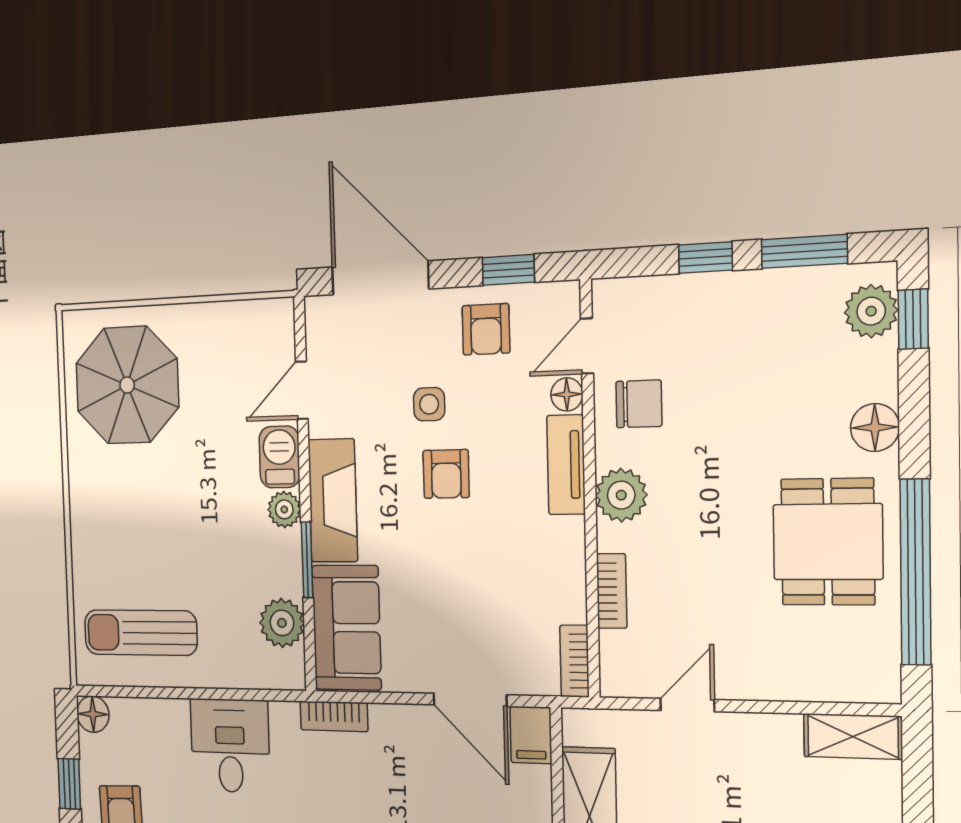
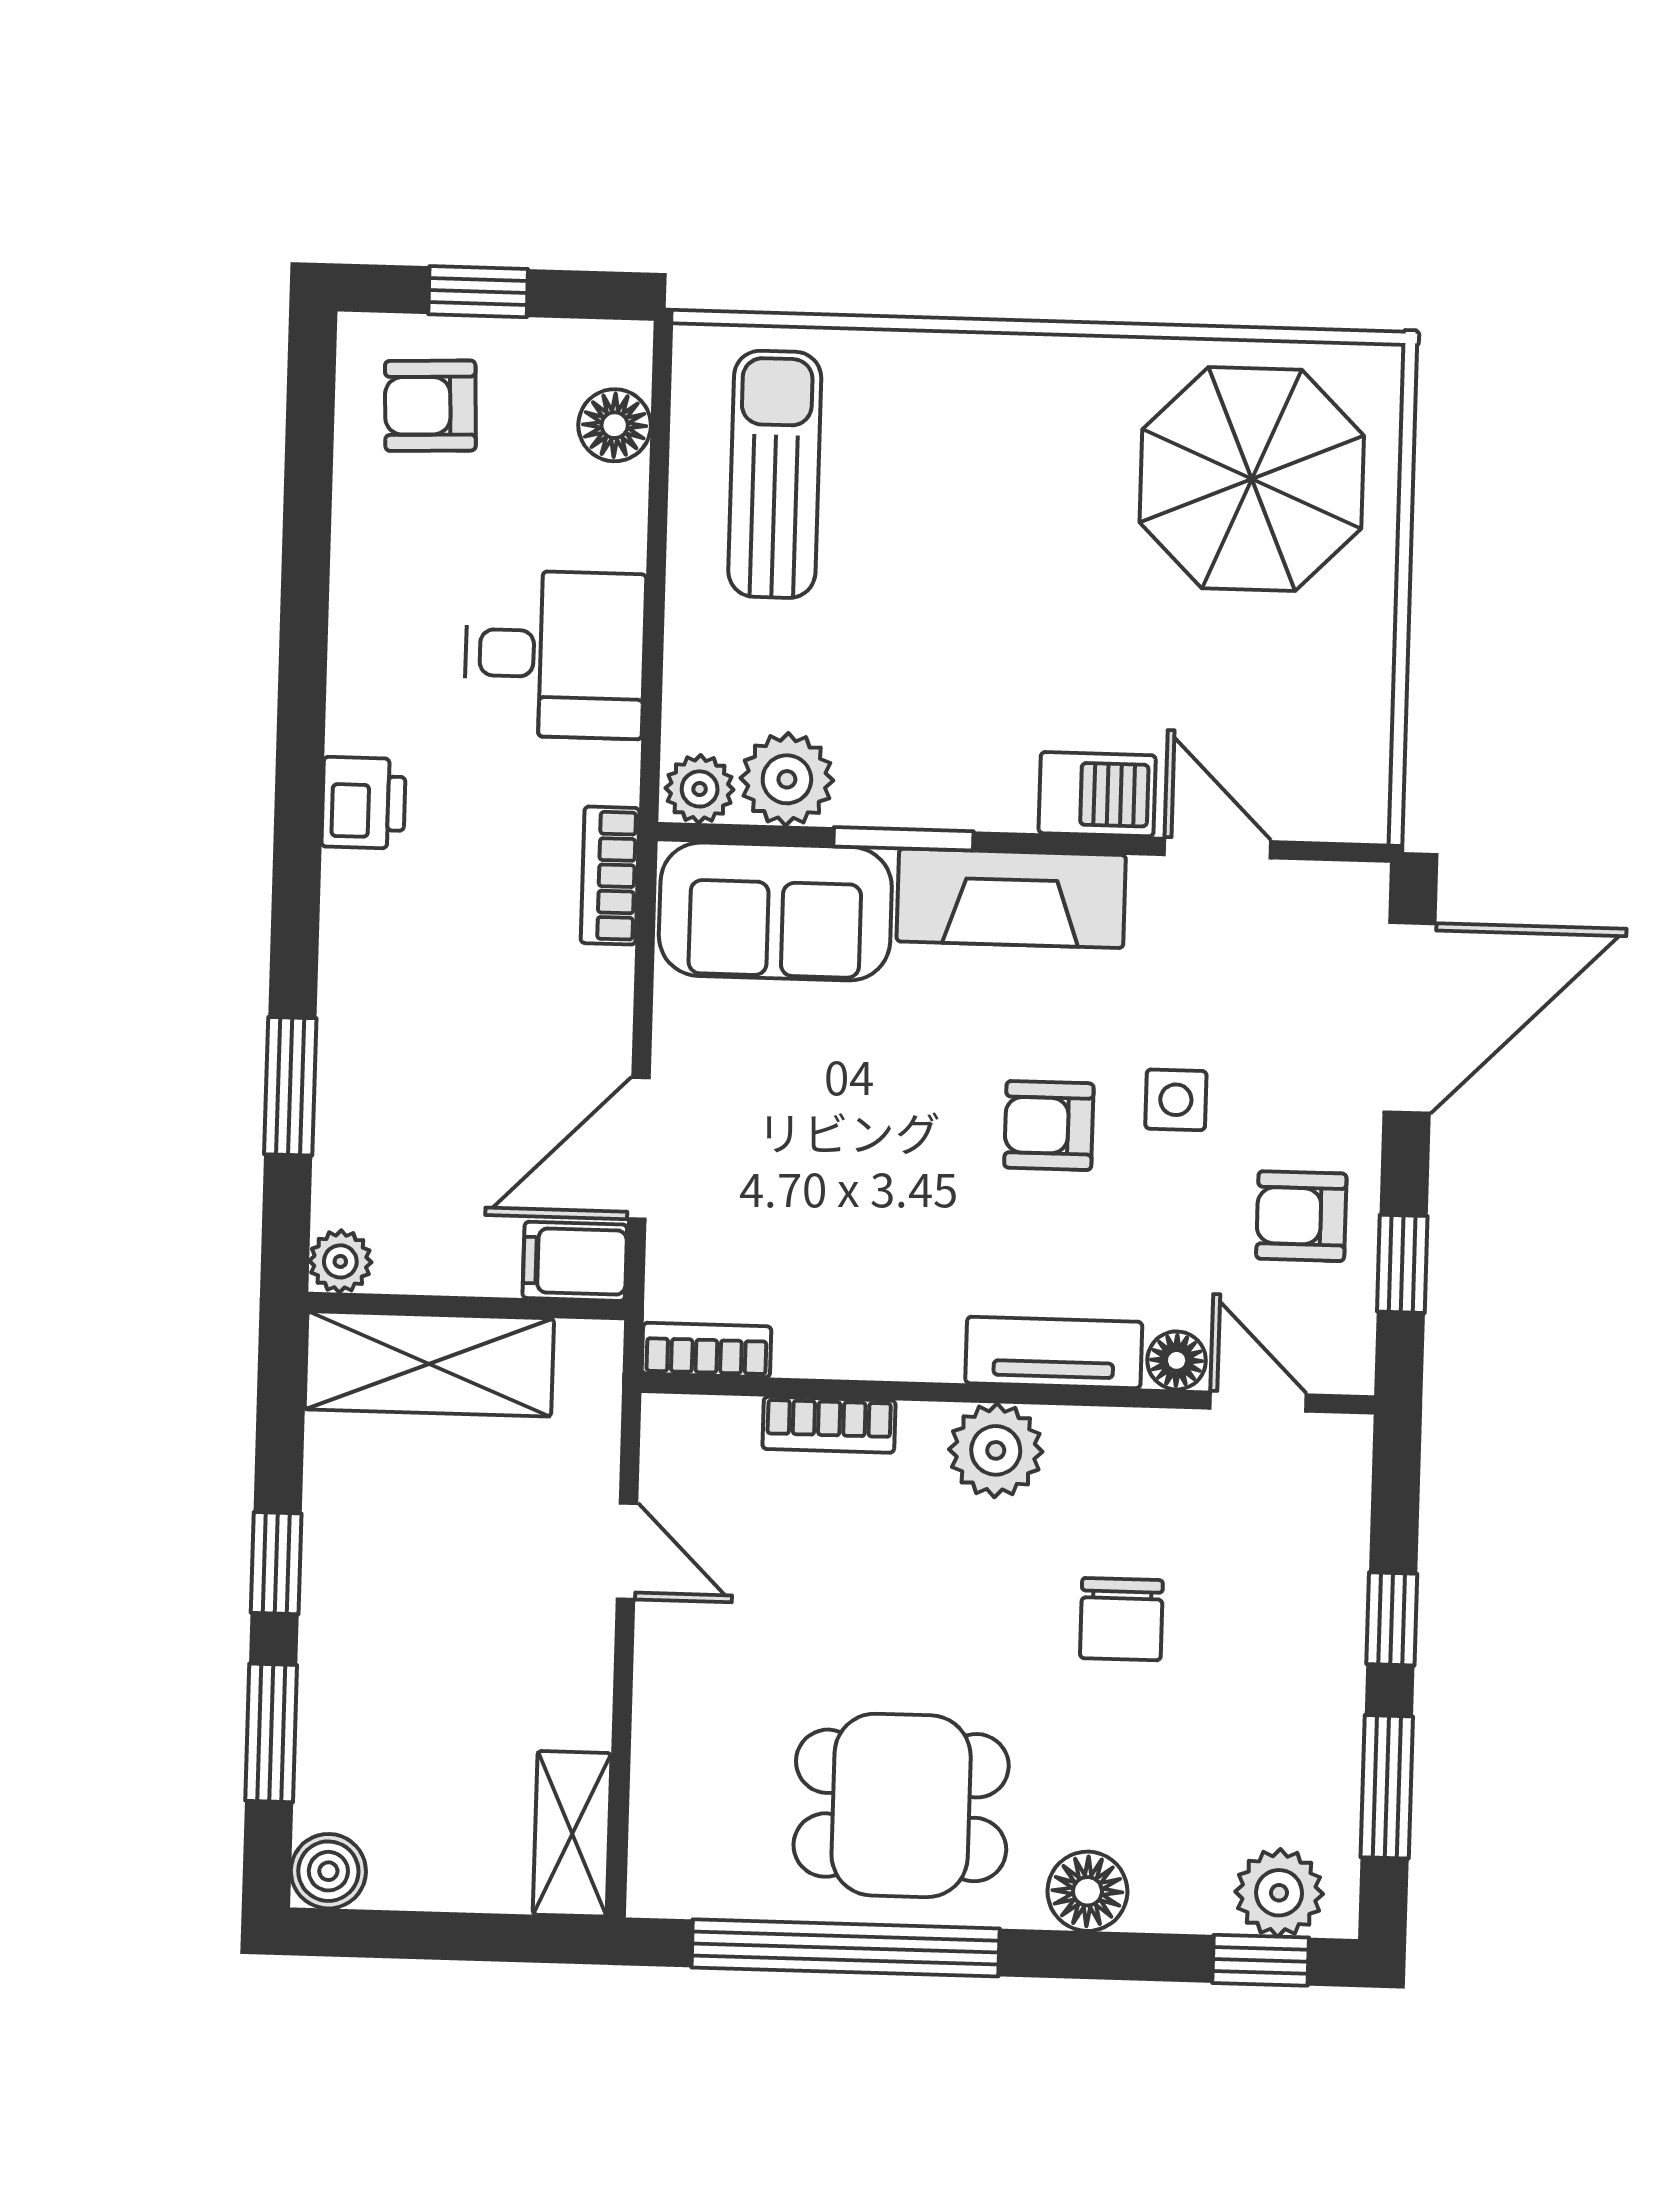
chair: (639, 404) -> (1121, 1619), moved
plant: (284, 509) -> (700, 789), moved
floor lamp: (93, 714) -> (615, 425), moved

